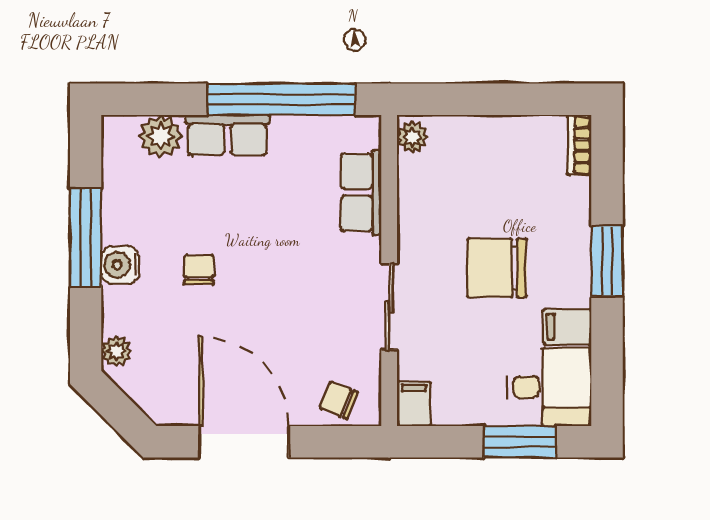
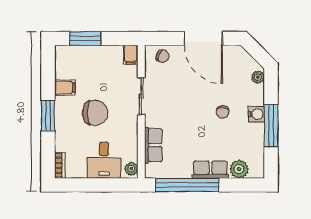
desk: (549, 387) -> (104, 160), moved, turned -90

